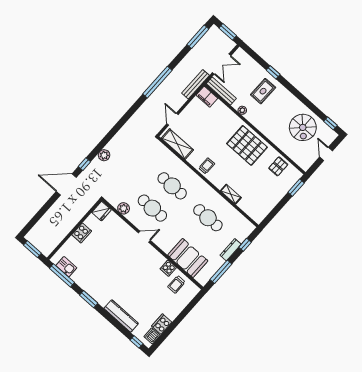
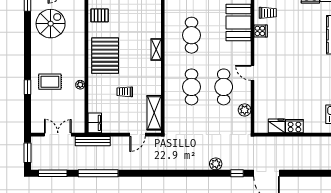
window: (157, 82) -> (98, 173), moved
bench: (221, 91) -> (80, 115), removed
trolley: (207, 166) -> (125, 92), moved
shelving: (231, 194) -> (156, 50), moved
fridge: (101, 211) -> (277, 126), moved

